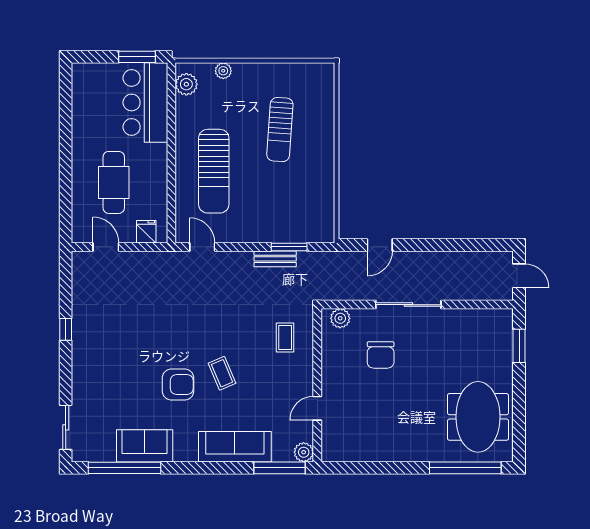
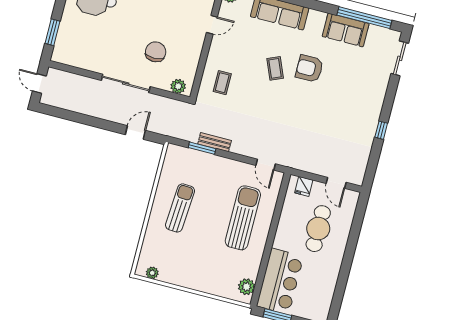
plant: (223, 71) -> (152, 273), moved
sun lounger: (280, 130) -> (180, 208), moved

